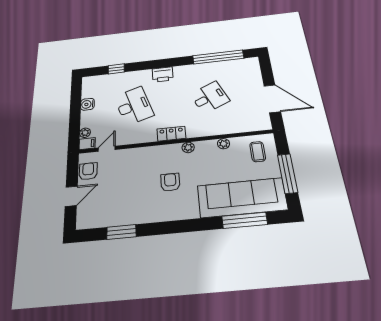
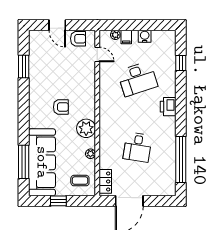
desk: (210, 97) -> (137, 147), turned 33
locker: (171, 134) -> (105, 181), moved
filing cabinet: (87, 144) -> (126, 37), moved
plant: (188, 147) -> (86, 128), width x1.87, depth x1.87
window: (287, 173) -> (58, 201), width x0.46

